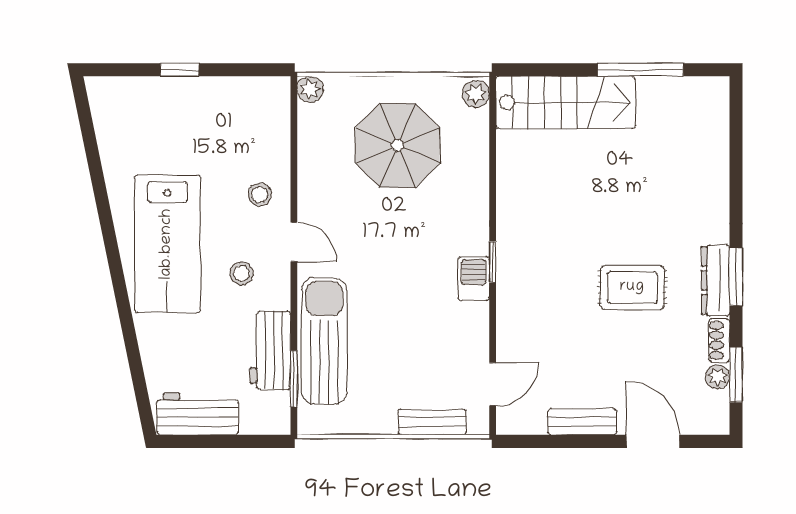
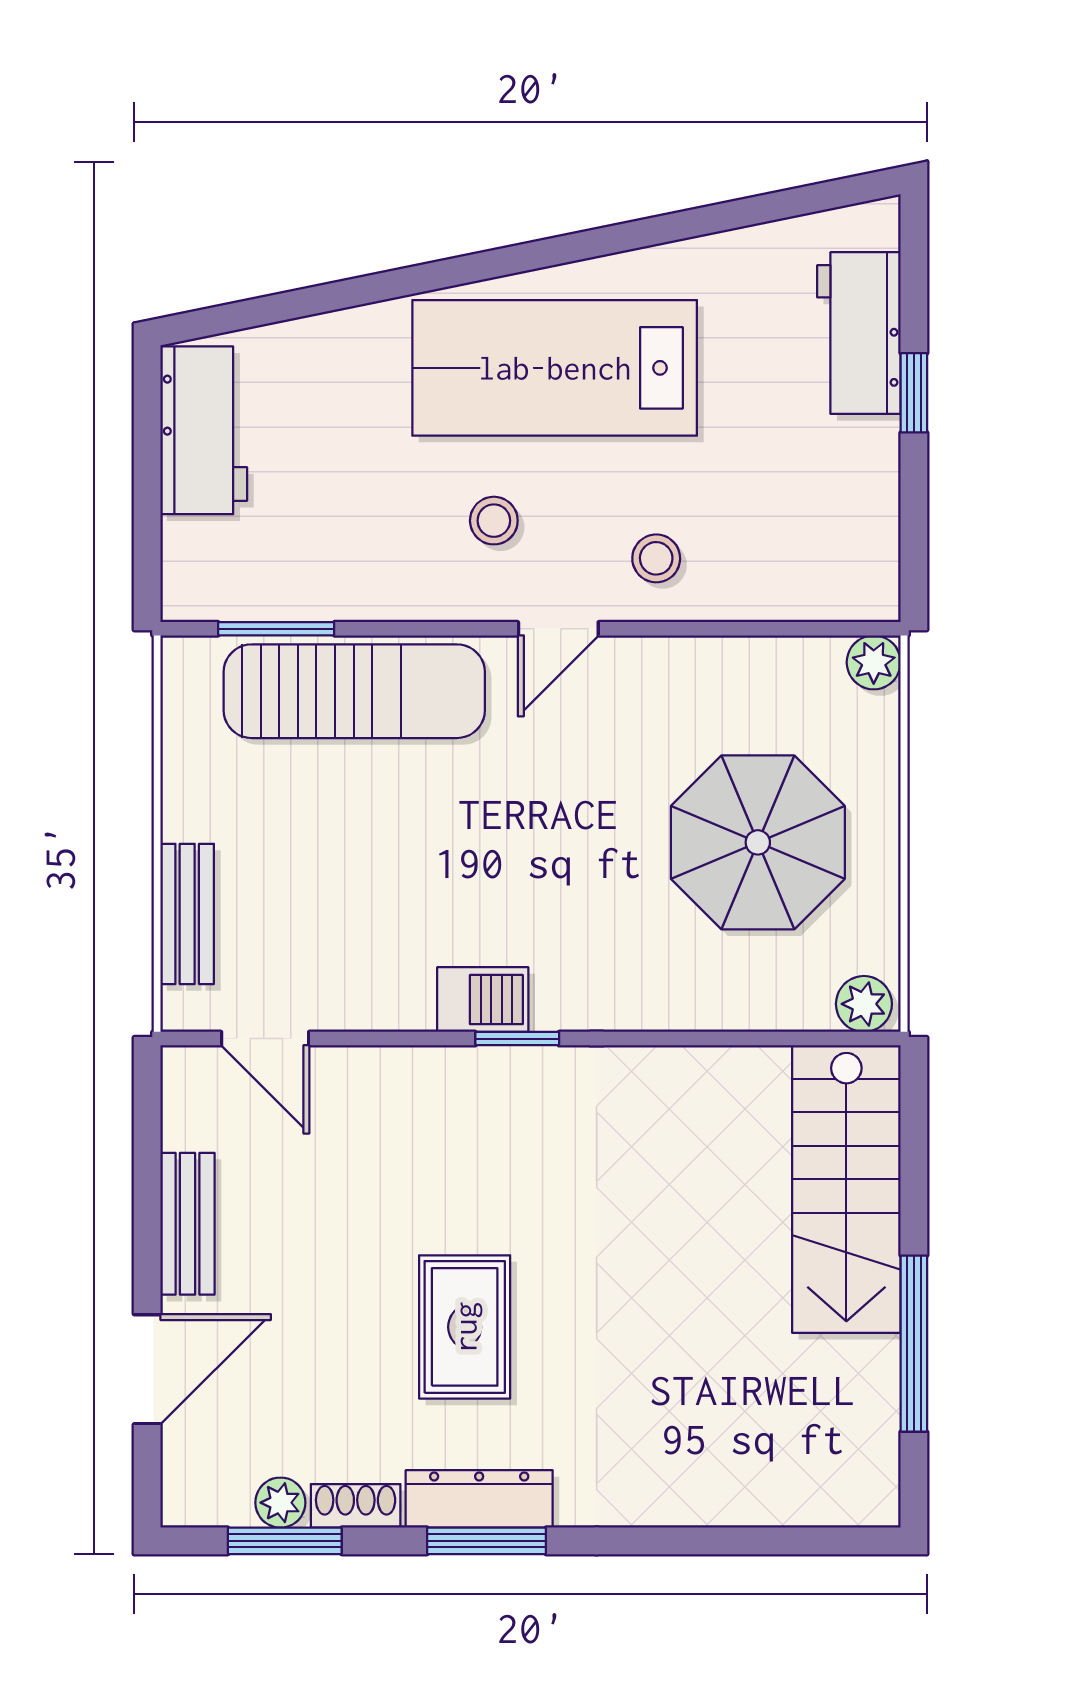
workbench: (270, 351) -> (859, 333), moved, turned -90

